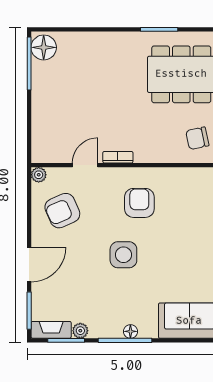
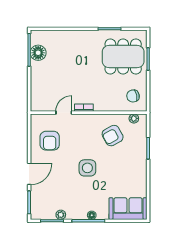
floor lamp: (44, 47) -> (38, 53), moved
plant: (39, 175) -> (134, 118), moved
armchair: (139, 203) -> (113, 136), moved, turned -119
armchair: (62, 211) -> (50, 141), turned -66
fireplace: (51, 330) -> (43, 214), removed

